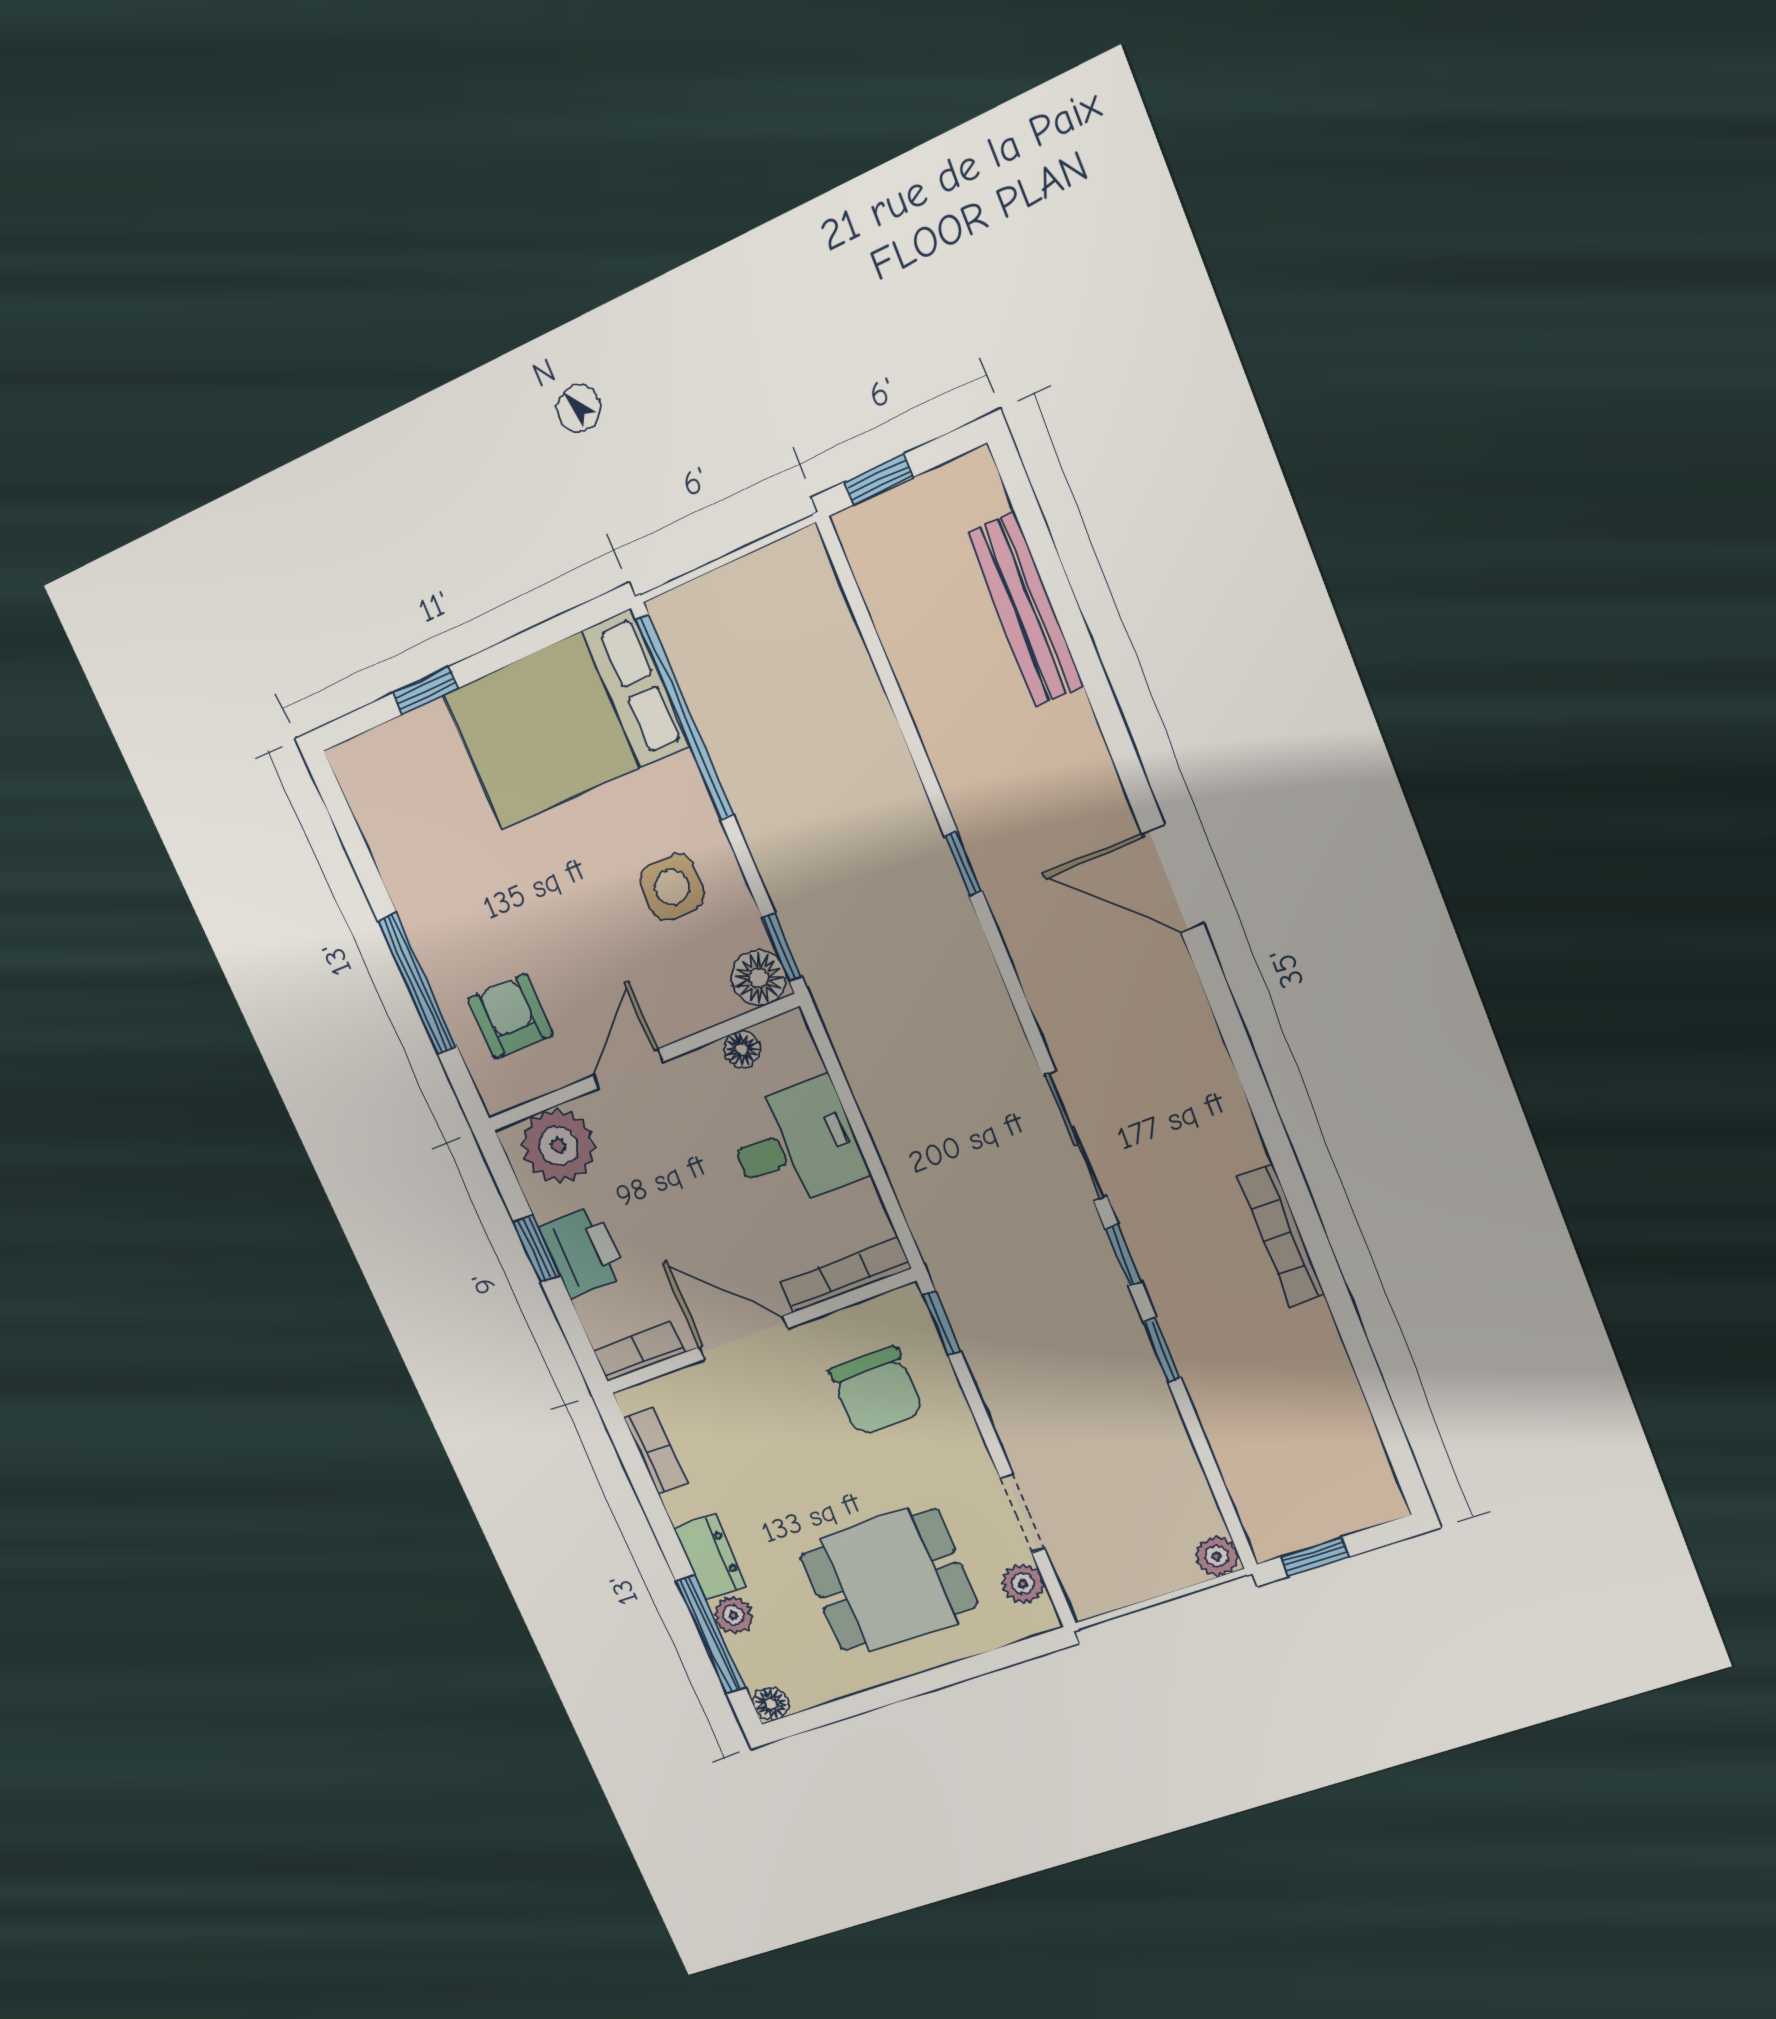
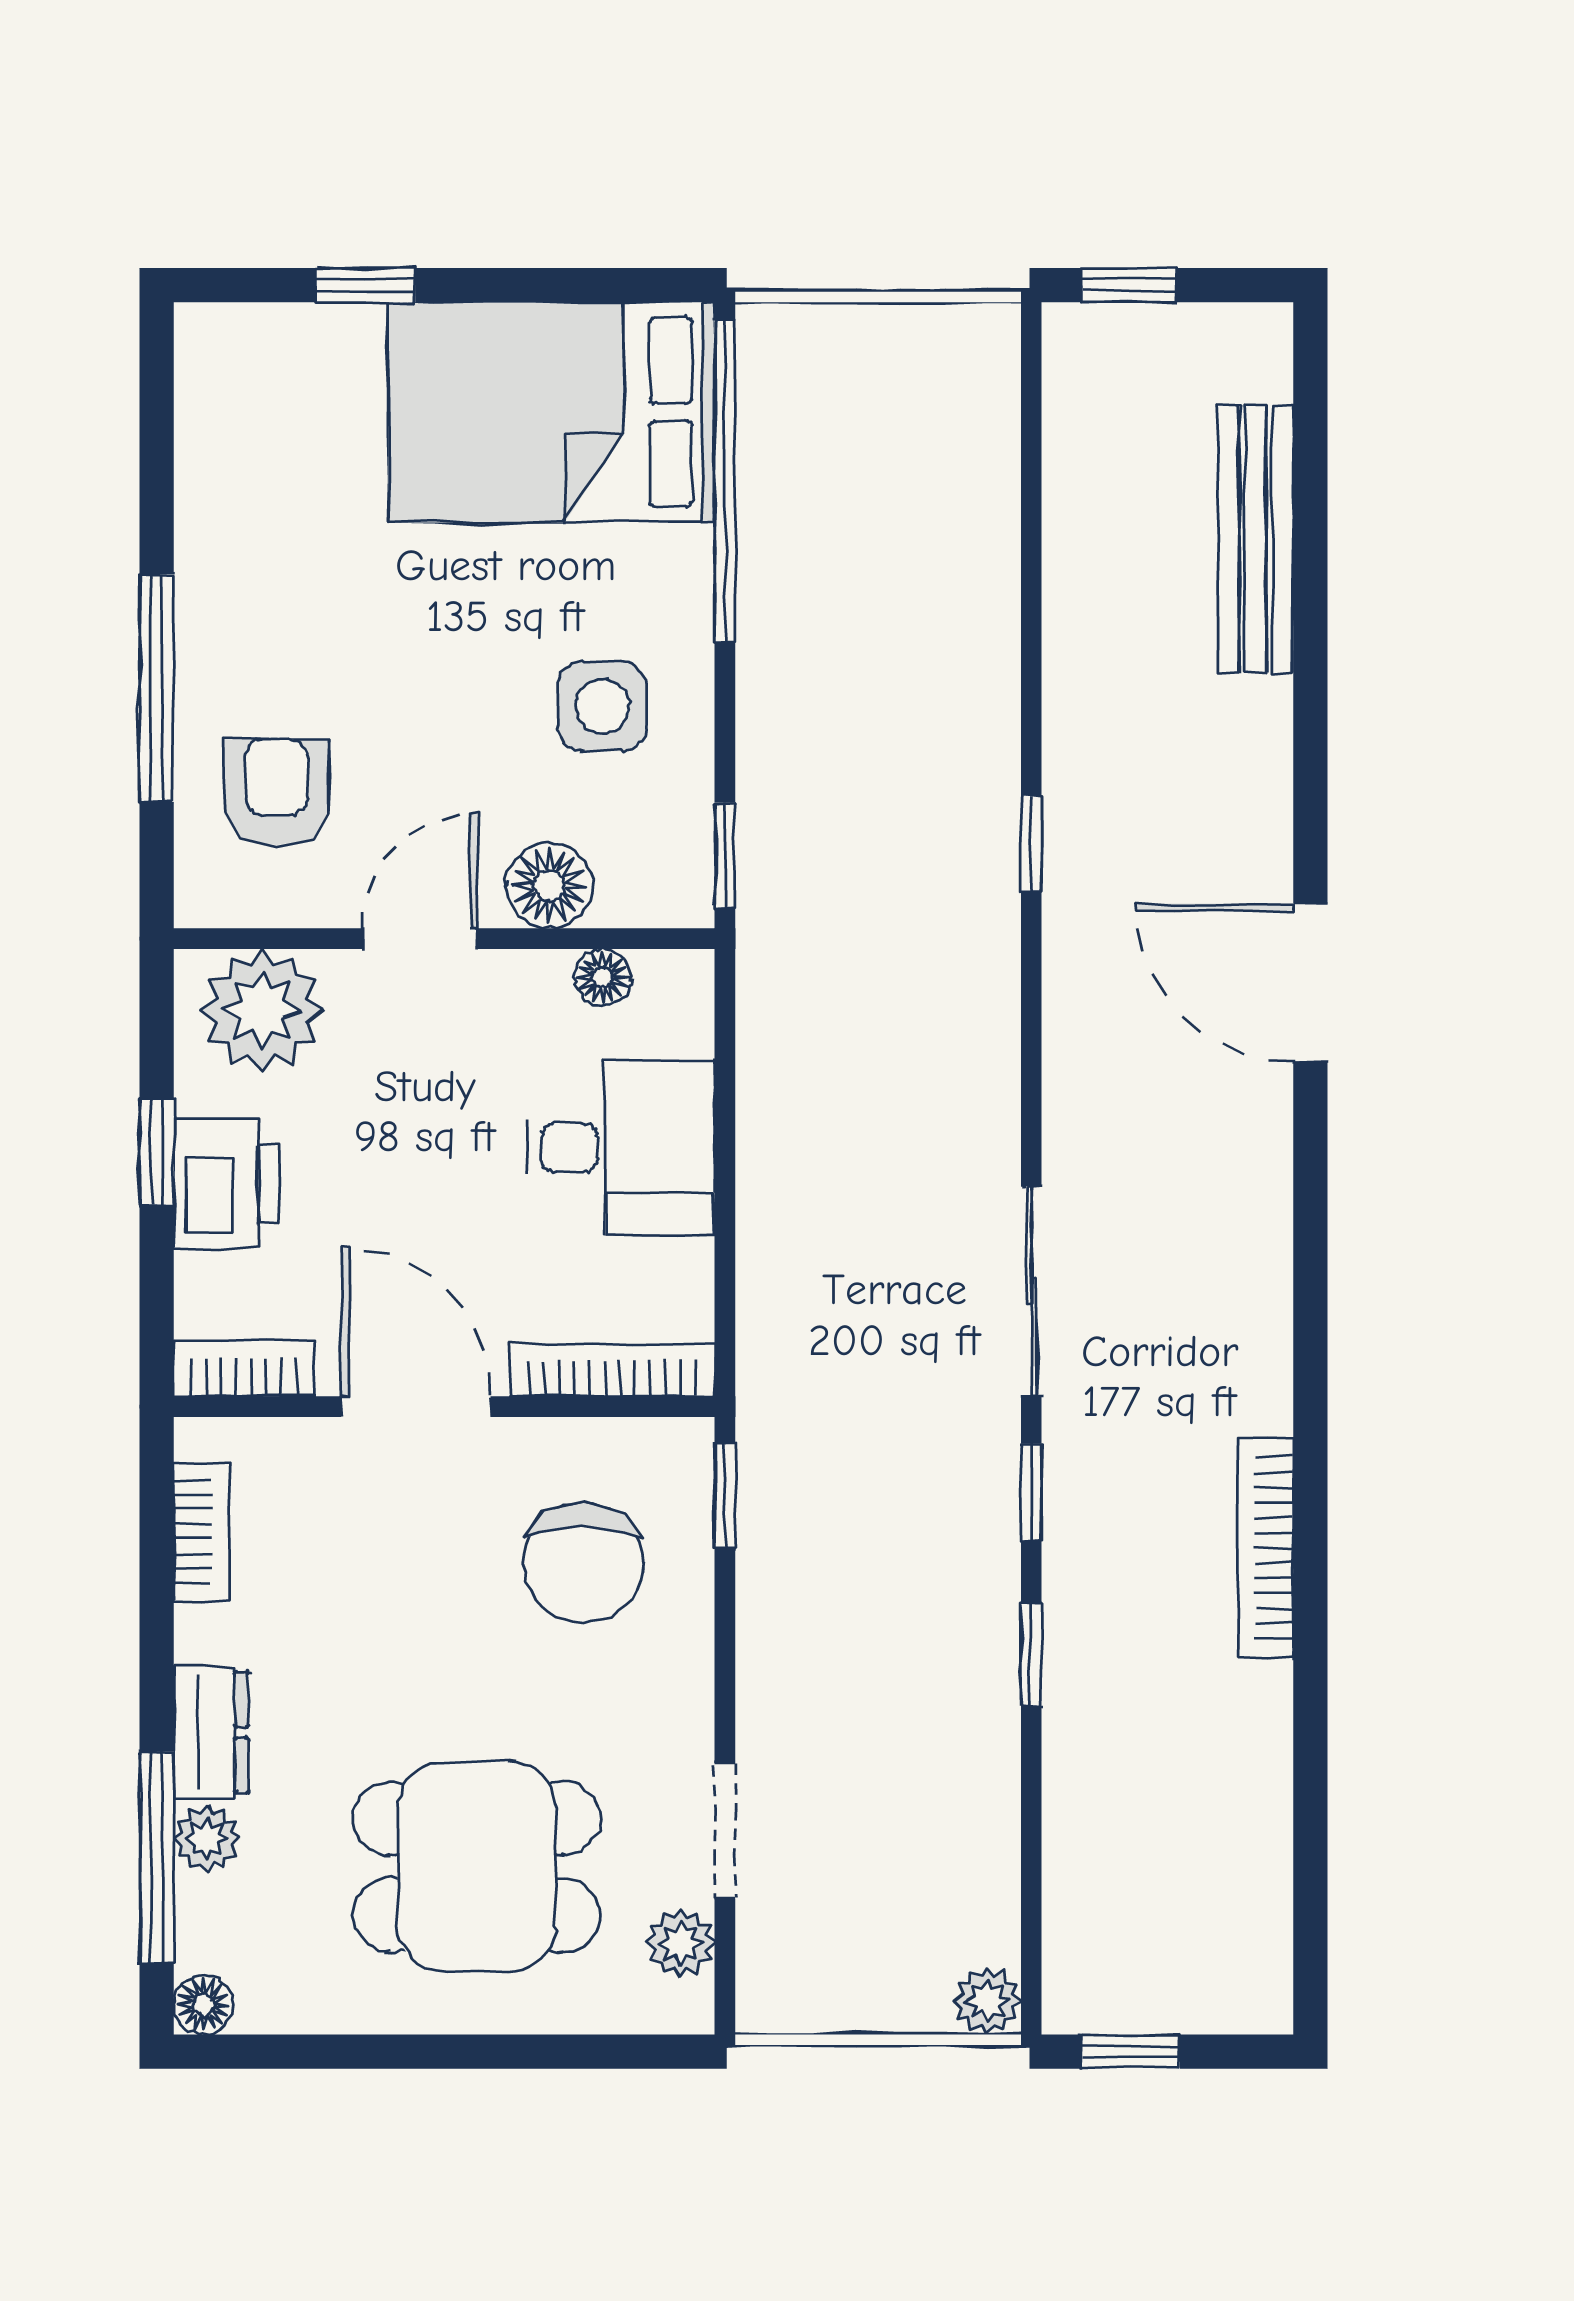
floor lamp: (759, 978) -> (549, 886), moved

